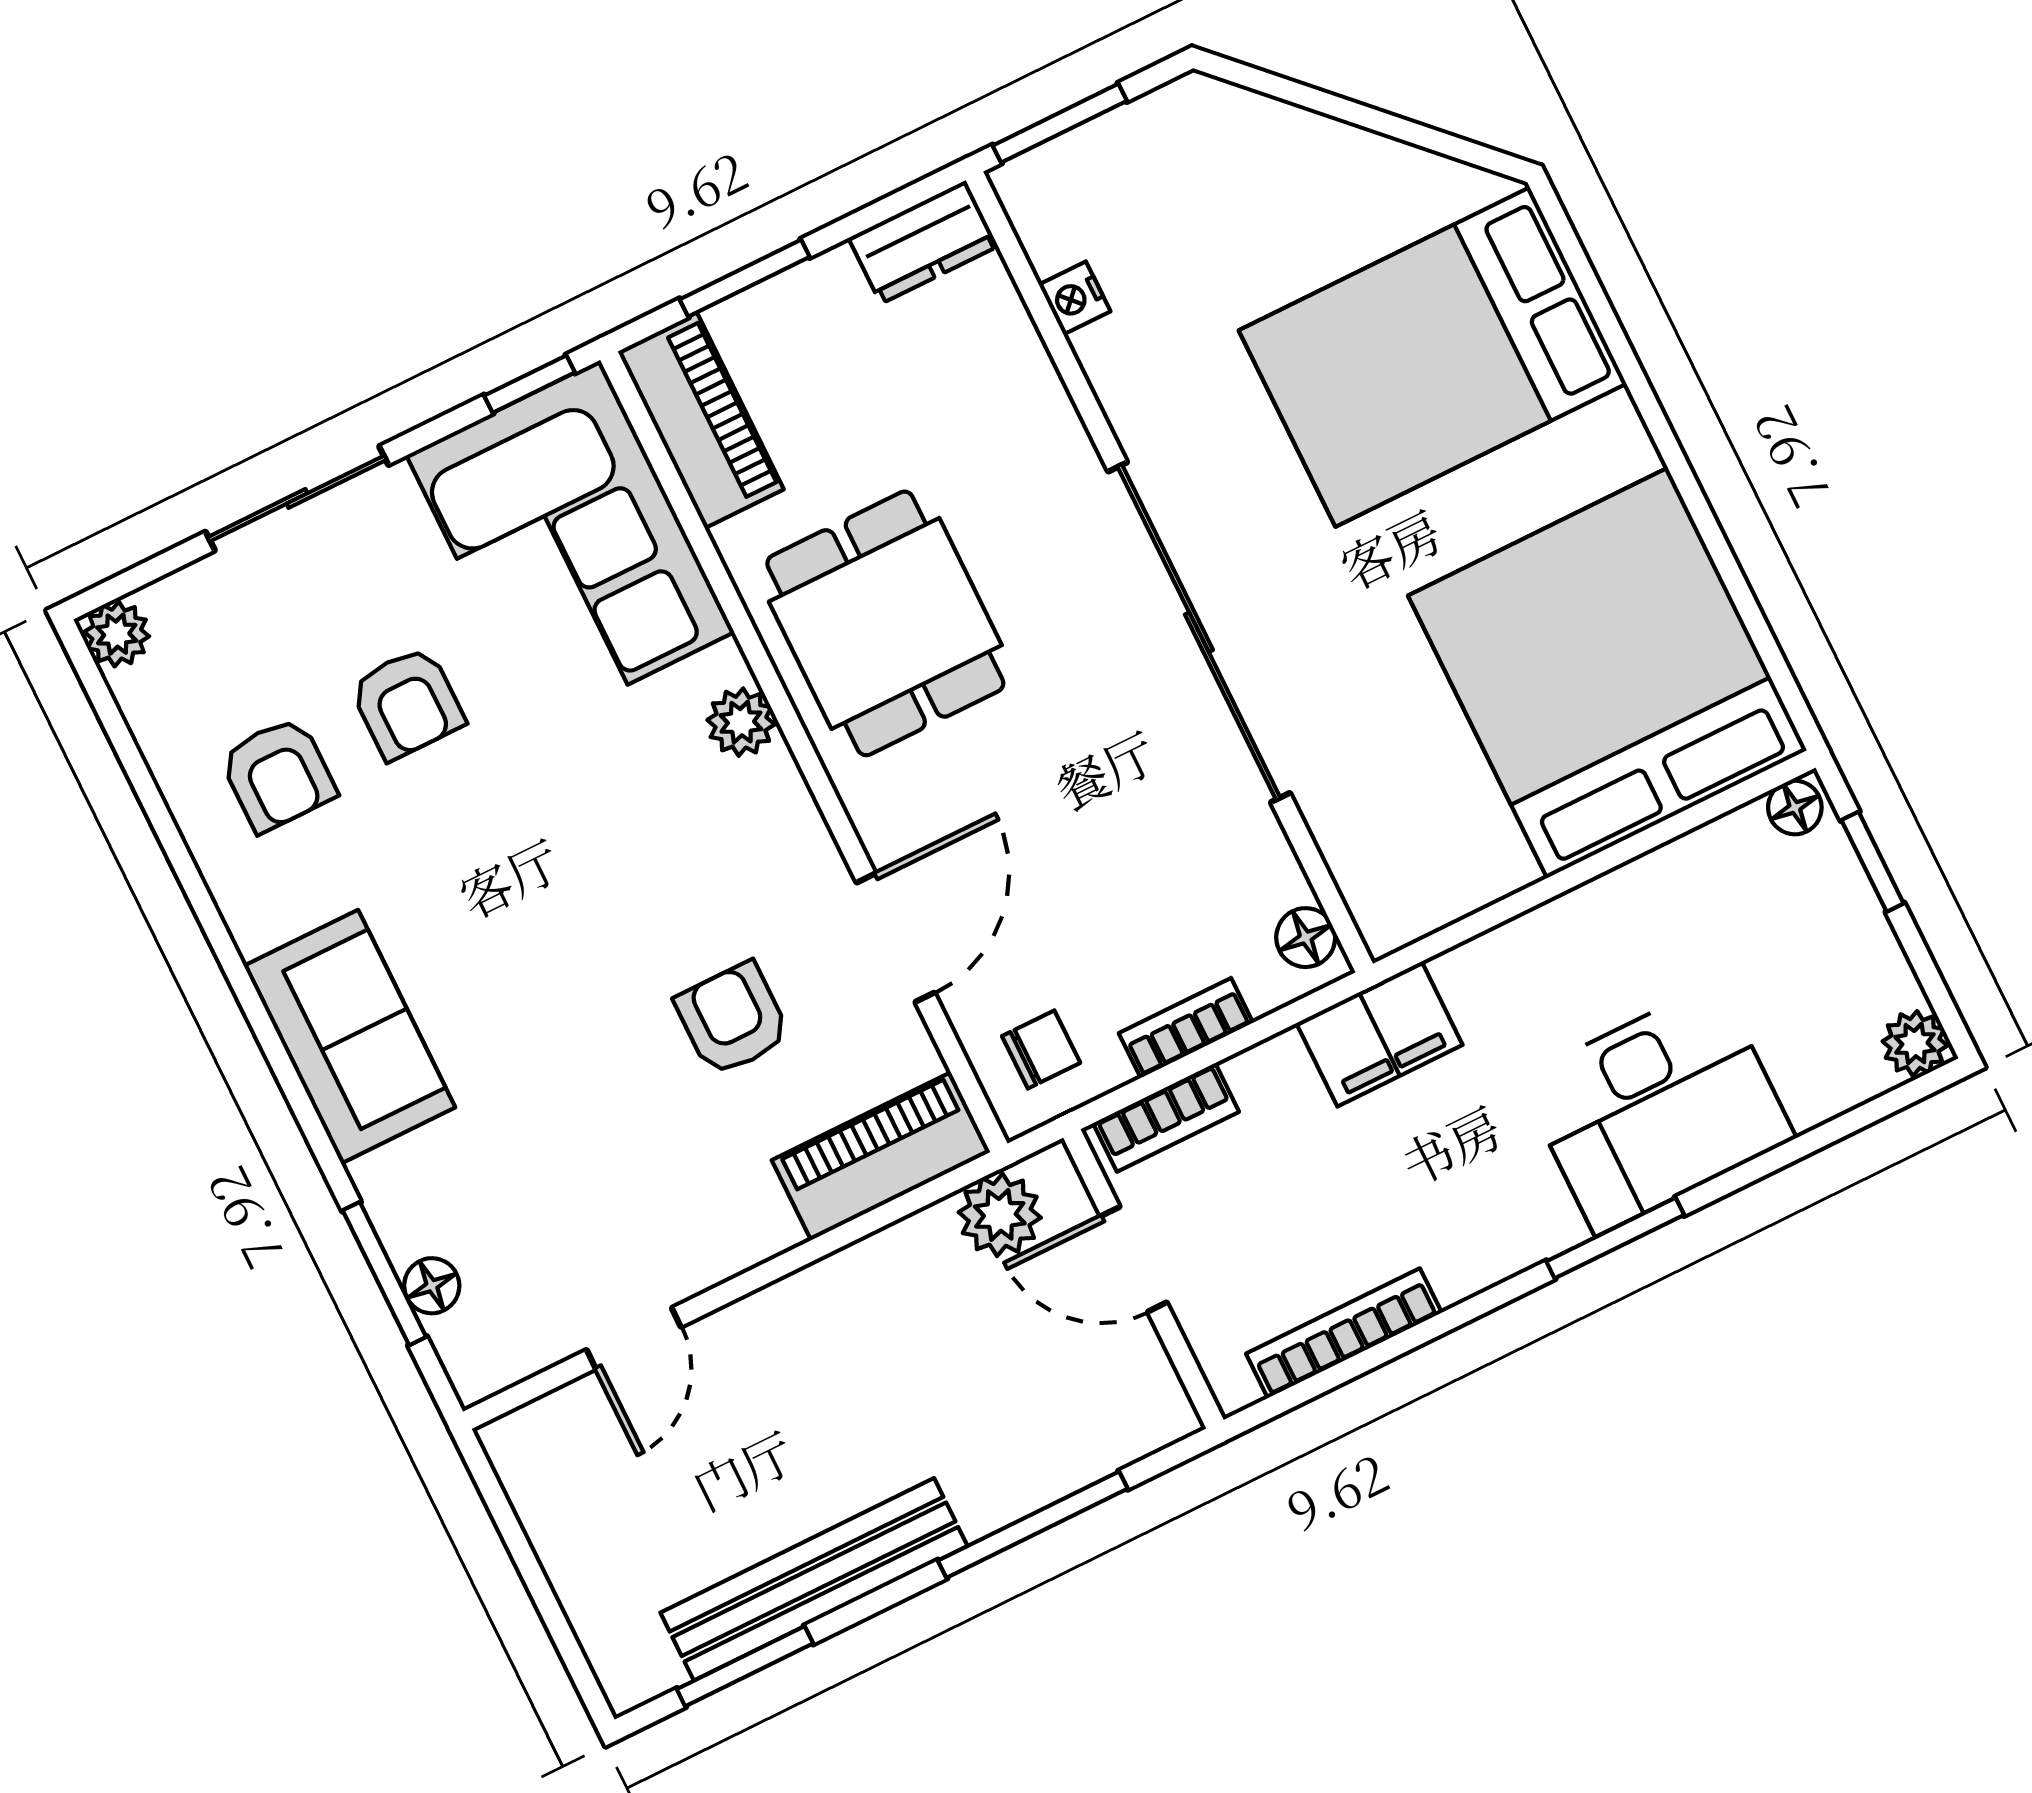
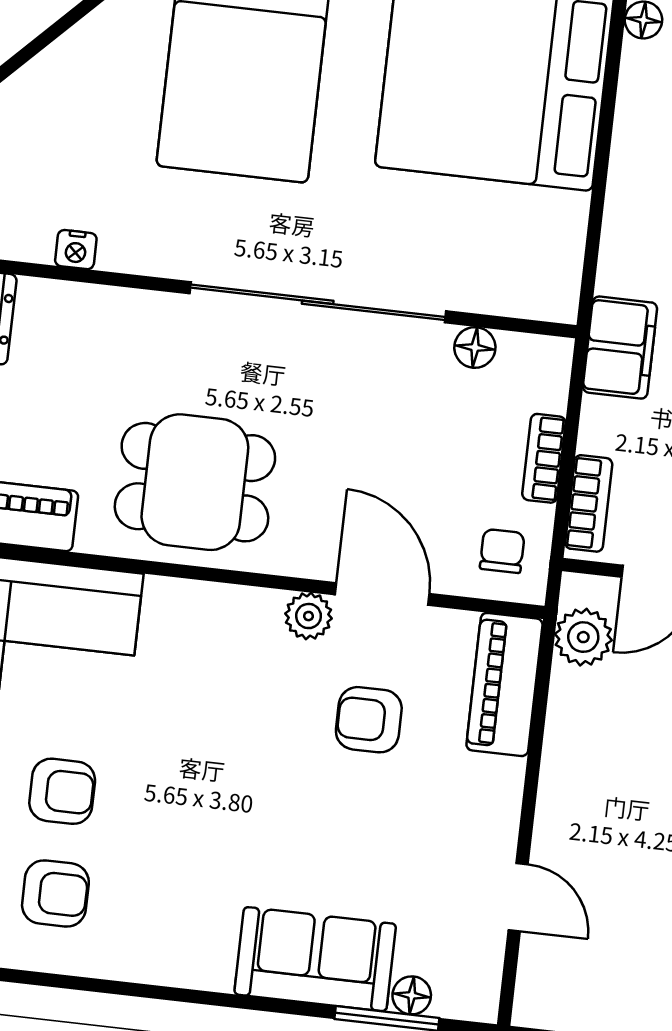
plant: (741, 722) -> (309, 616), moved
floor lamp: (1306, 938) -> (475, 347), moved
sofa: (350, 1037) -> (315, 959), moved

